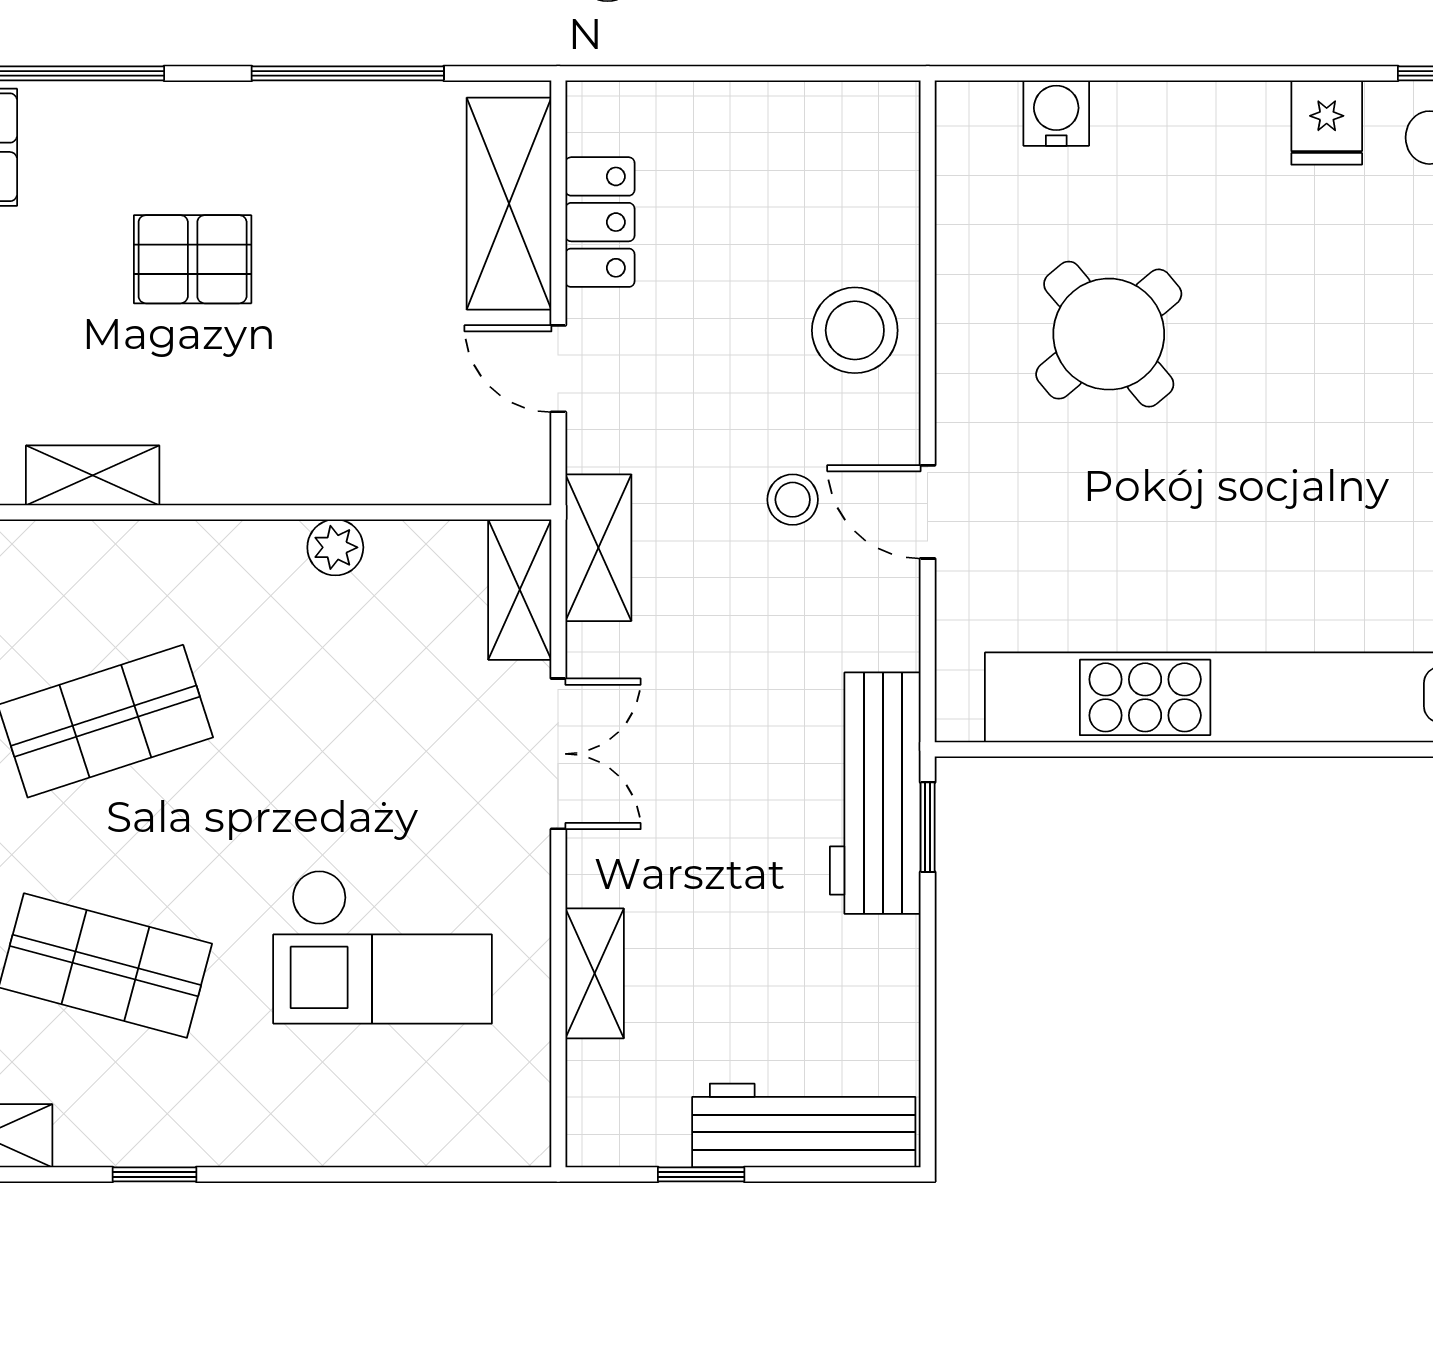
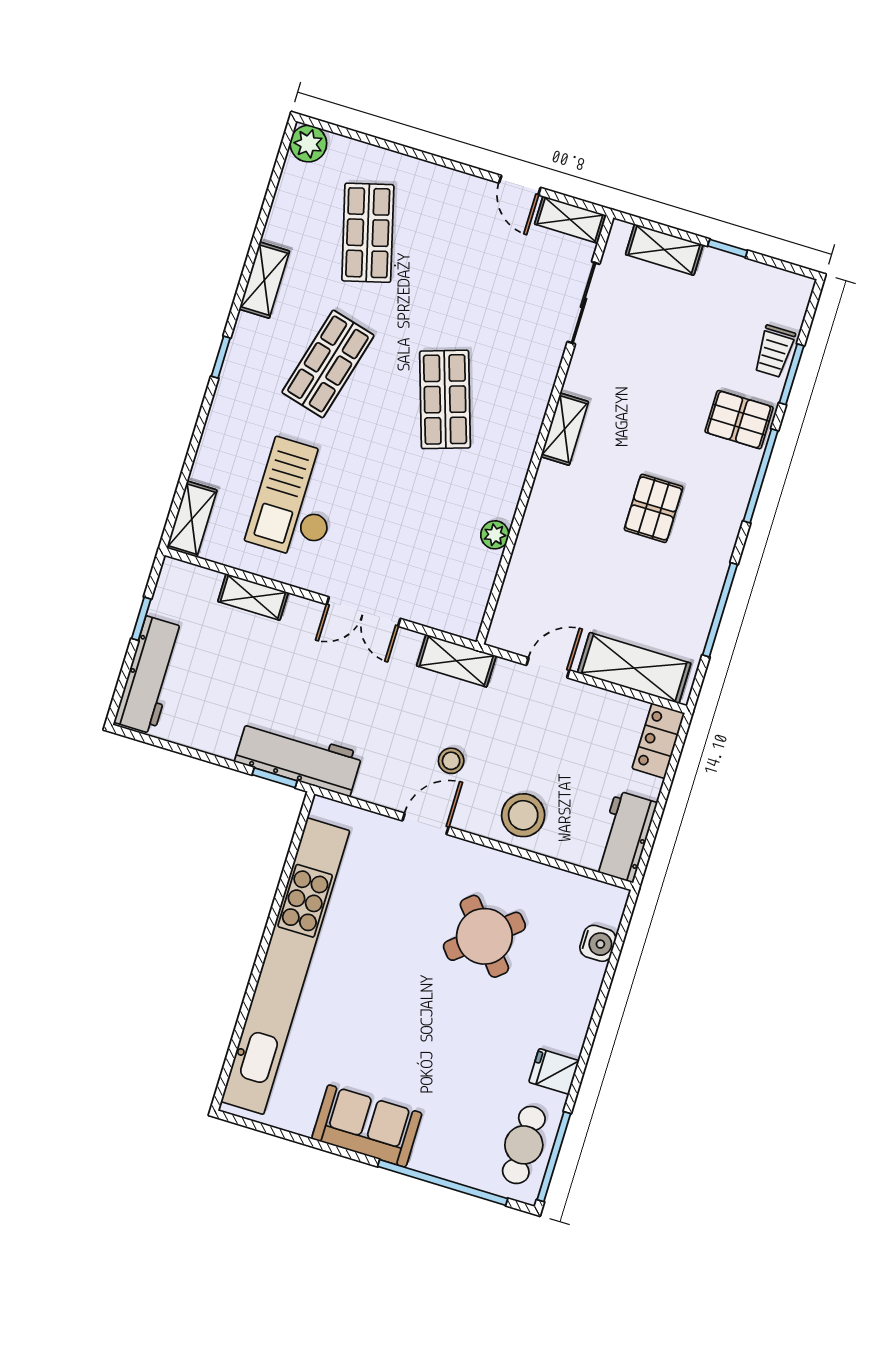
workbench: (837, 124) -> (625, 837), added
locker: (600, 222) -> (658, 741), moved, turned 90
shelving: (520, 590) -> (192, 519), moved, turned 90

